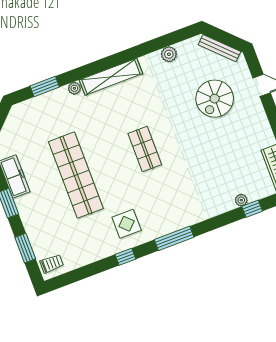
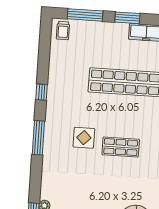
display table: (127, 224) -> (84, 138), moved
window: (25, 248) -> (85, 15), width x1.44

